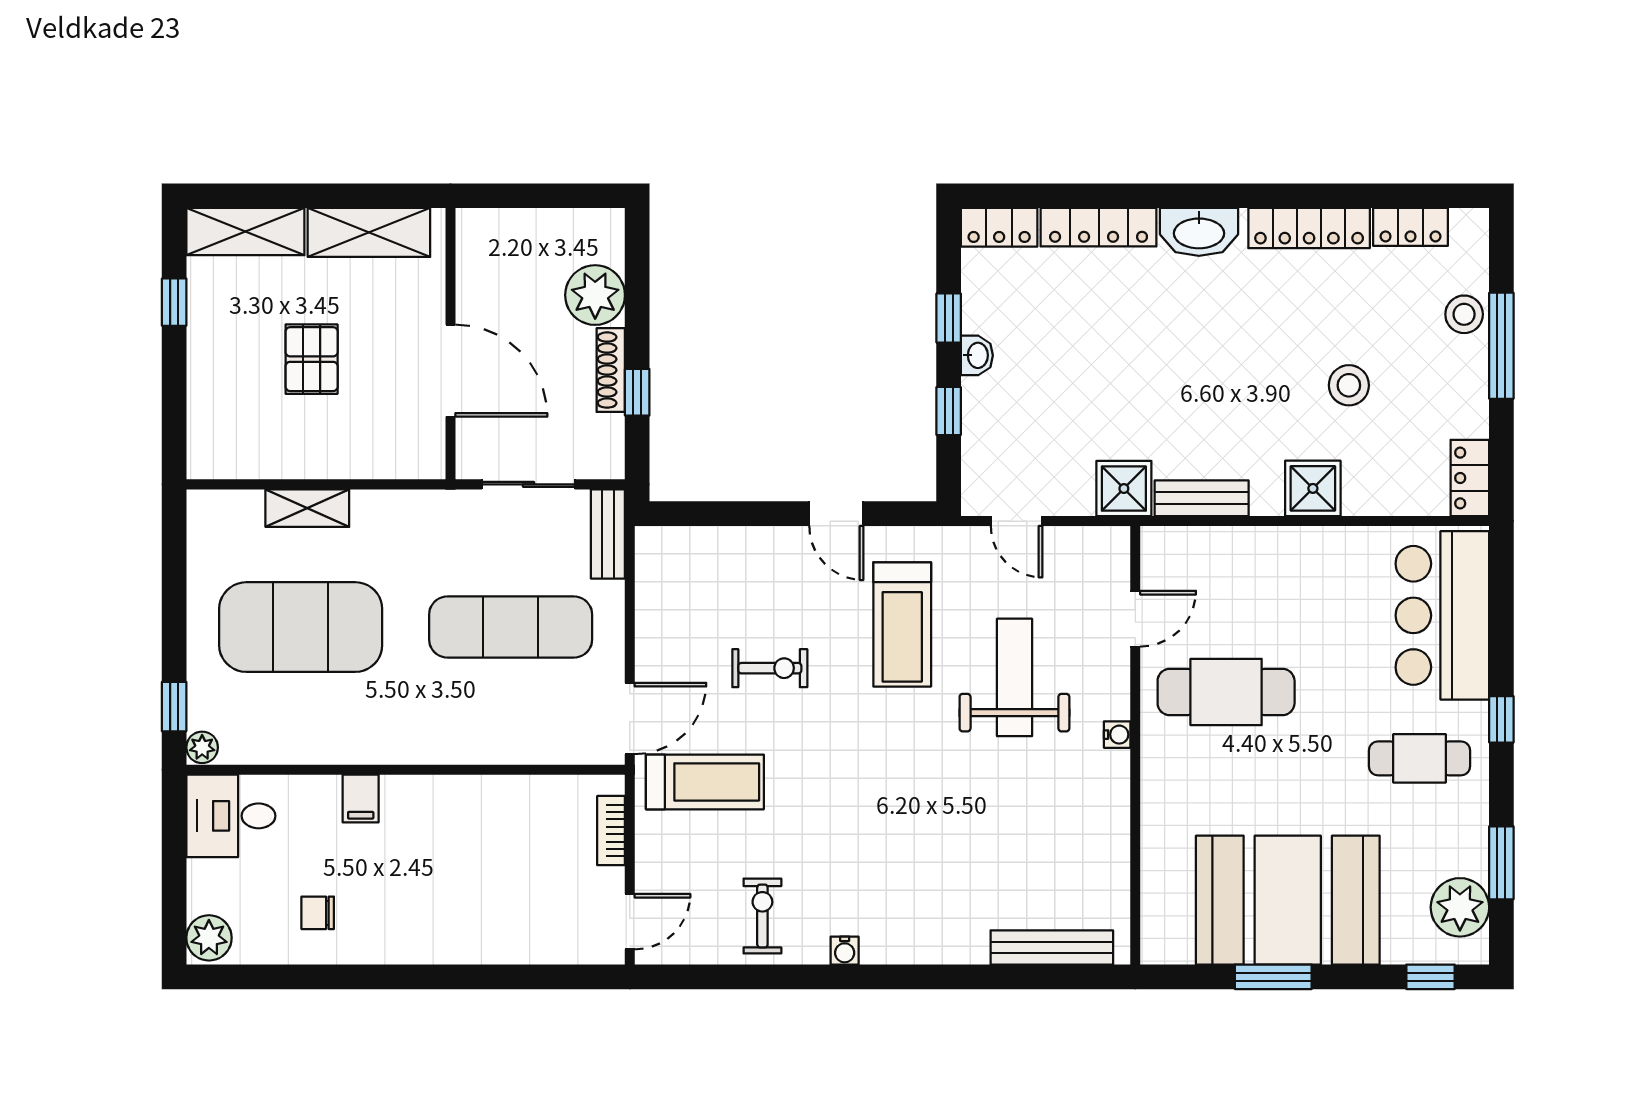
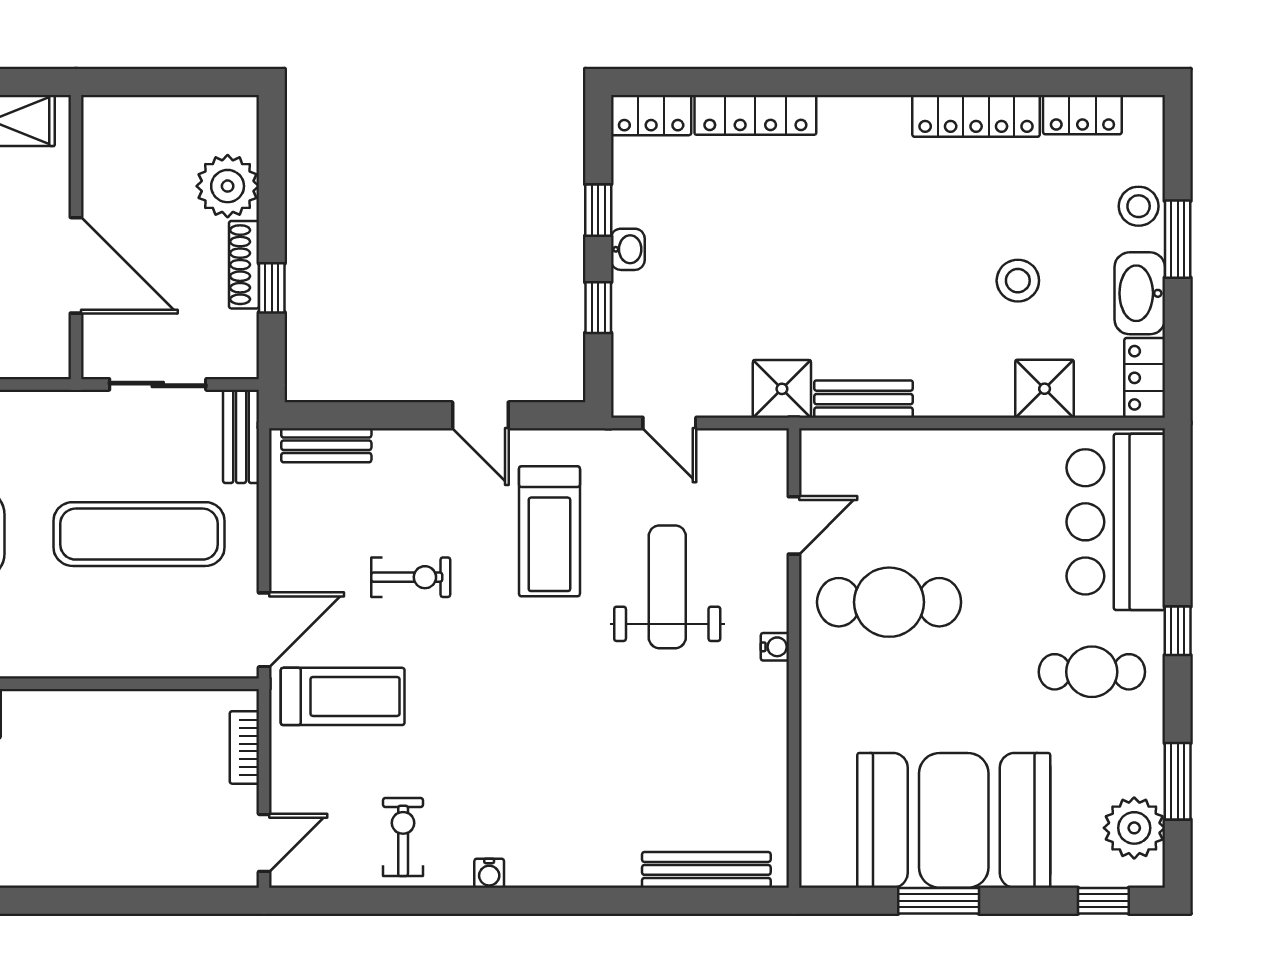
washbasin: (1199, 232) -> (1140, 293), moved, turned 90
window: (1501, 346) -> (1178, 239), width x0.69
shower: (1313, 488) -> (1045, 389), moved
bench: (689, 542) -> (326, 445), added

